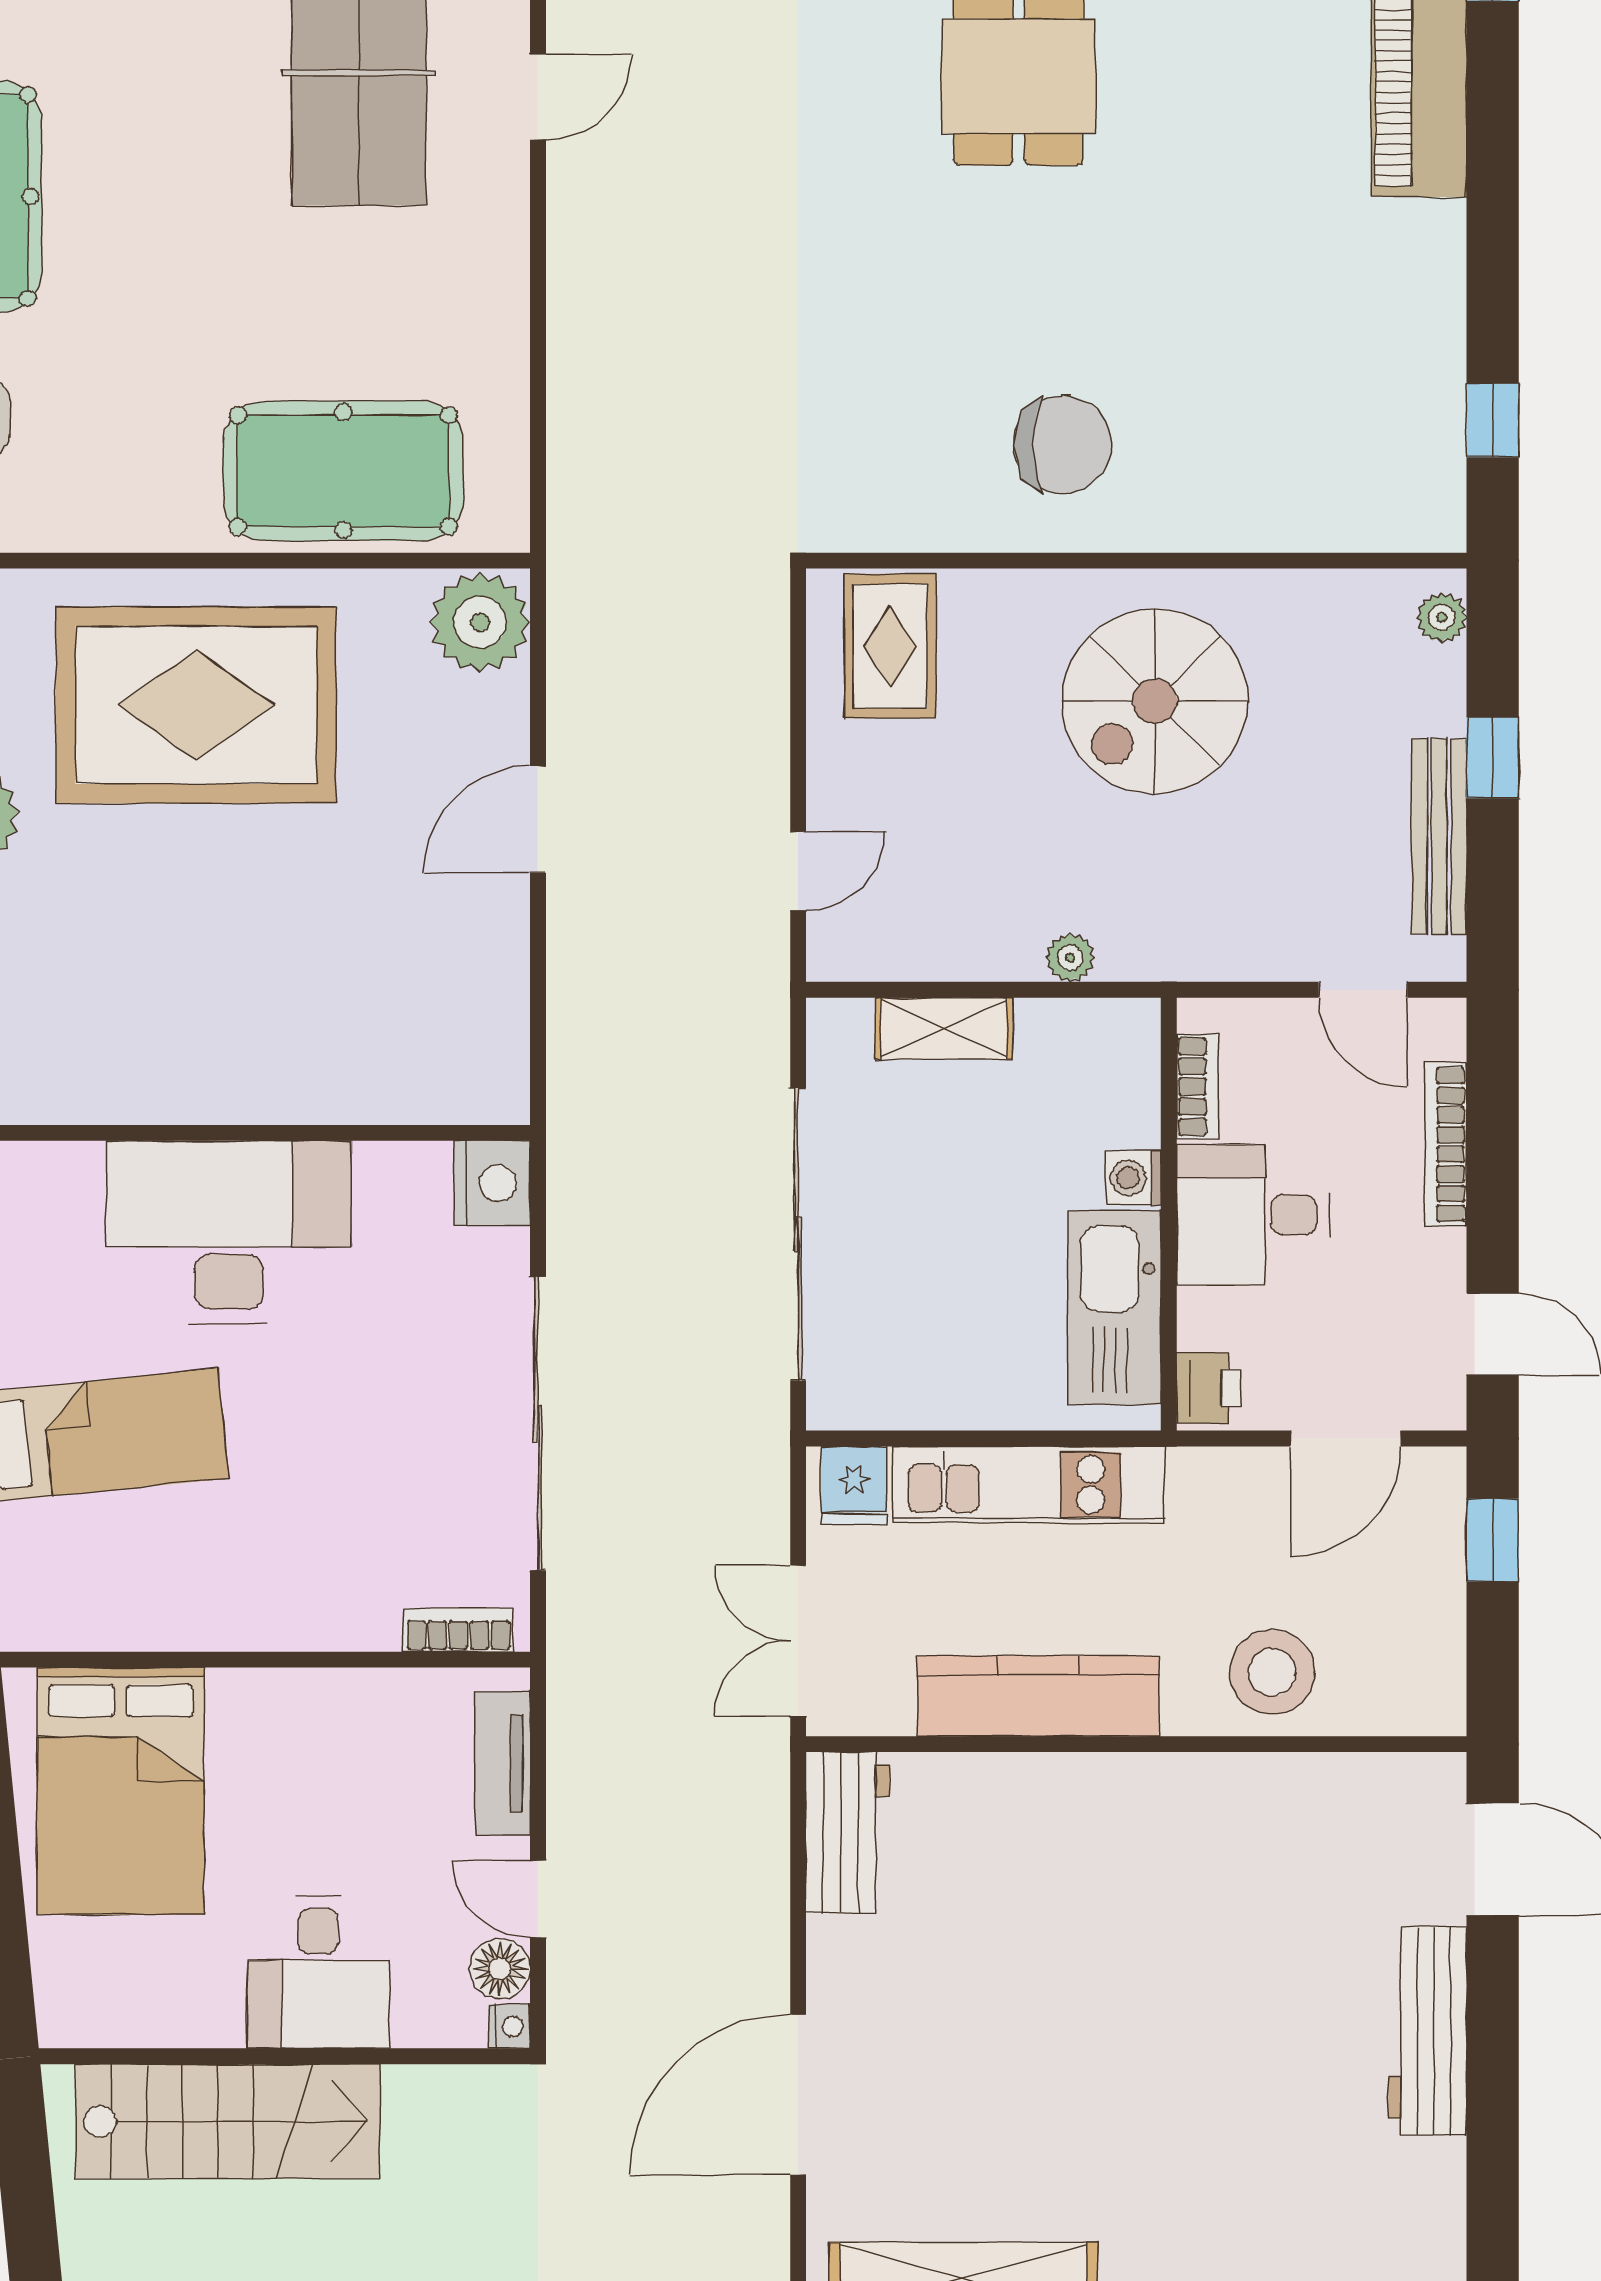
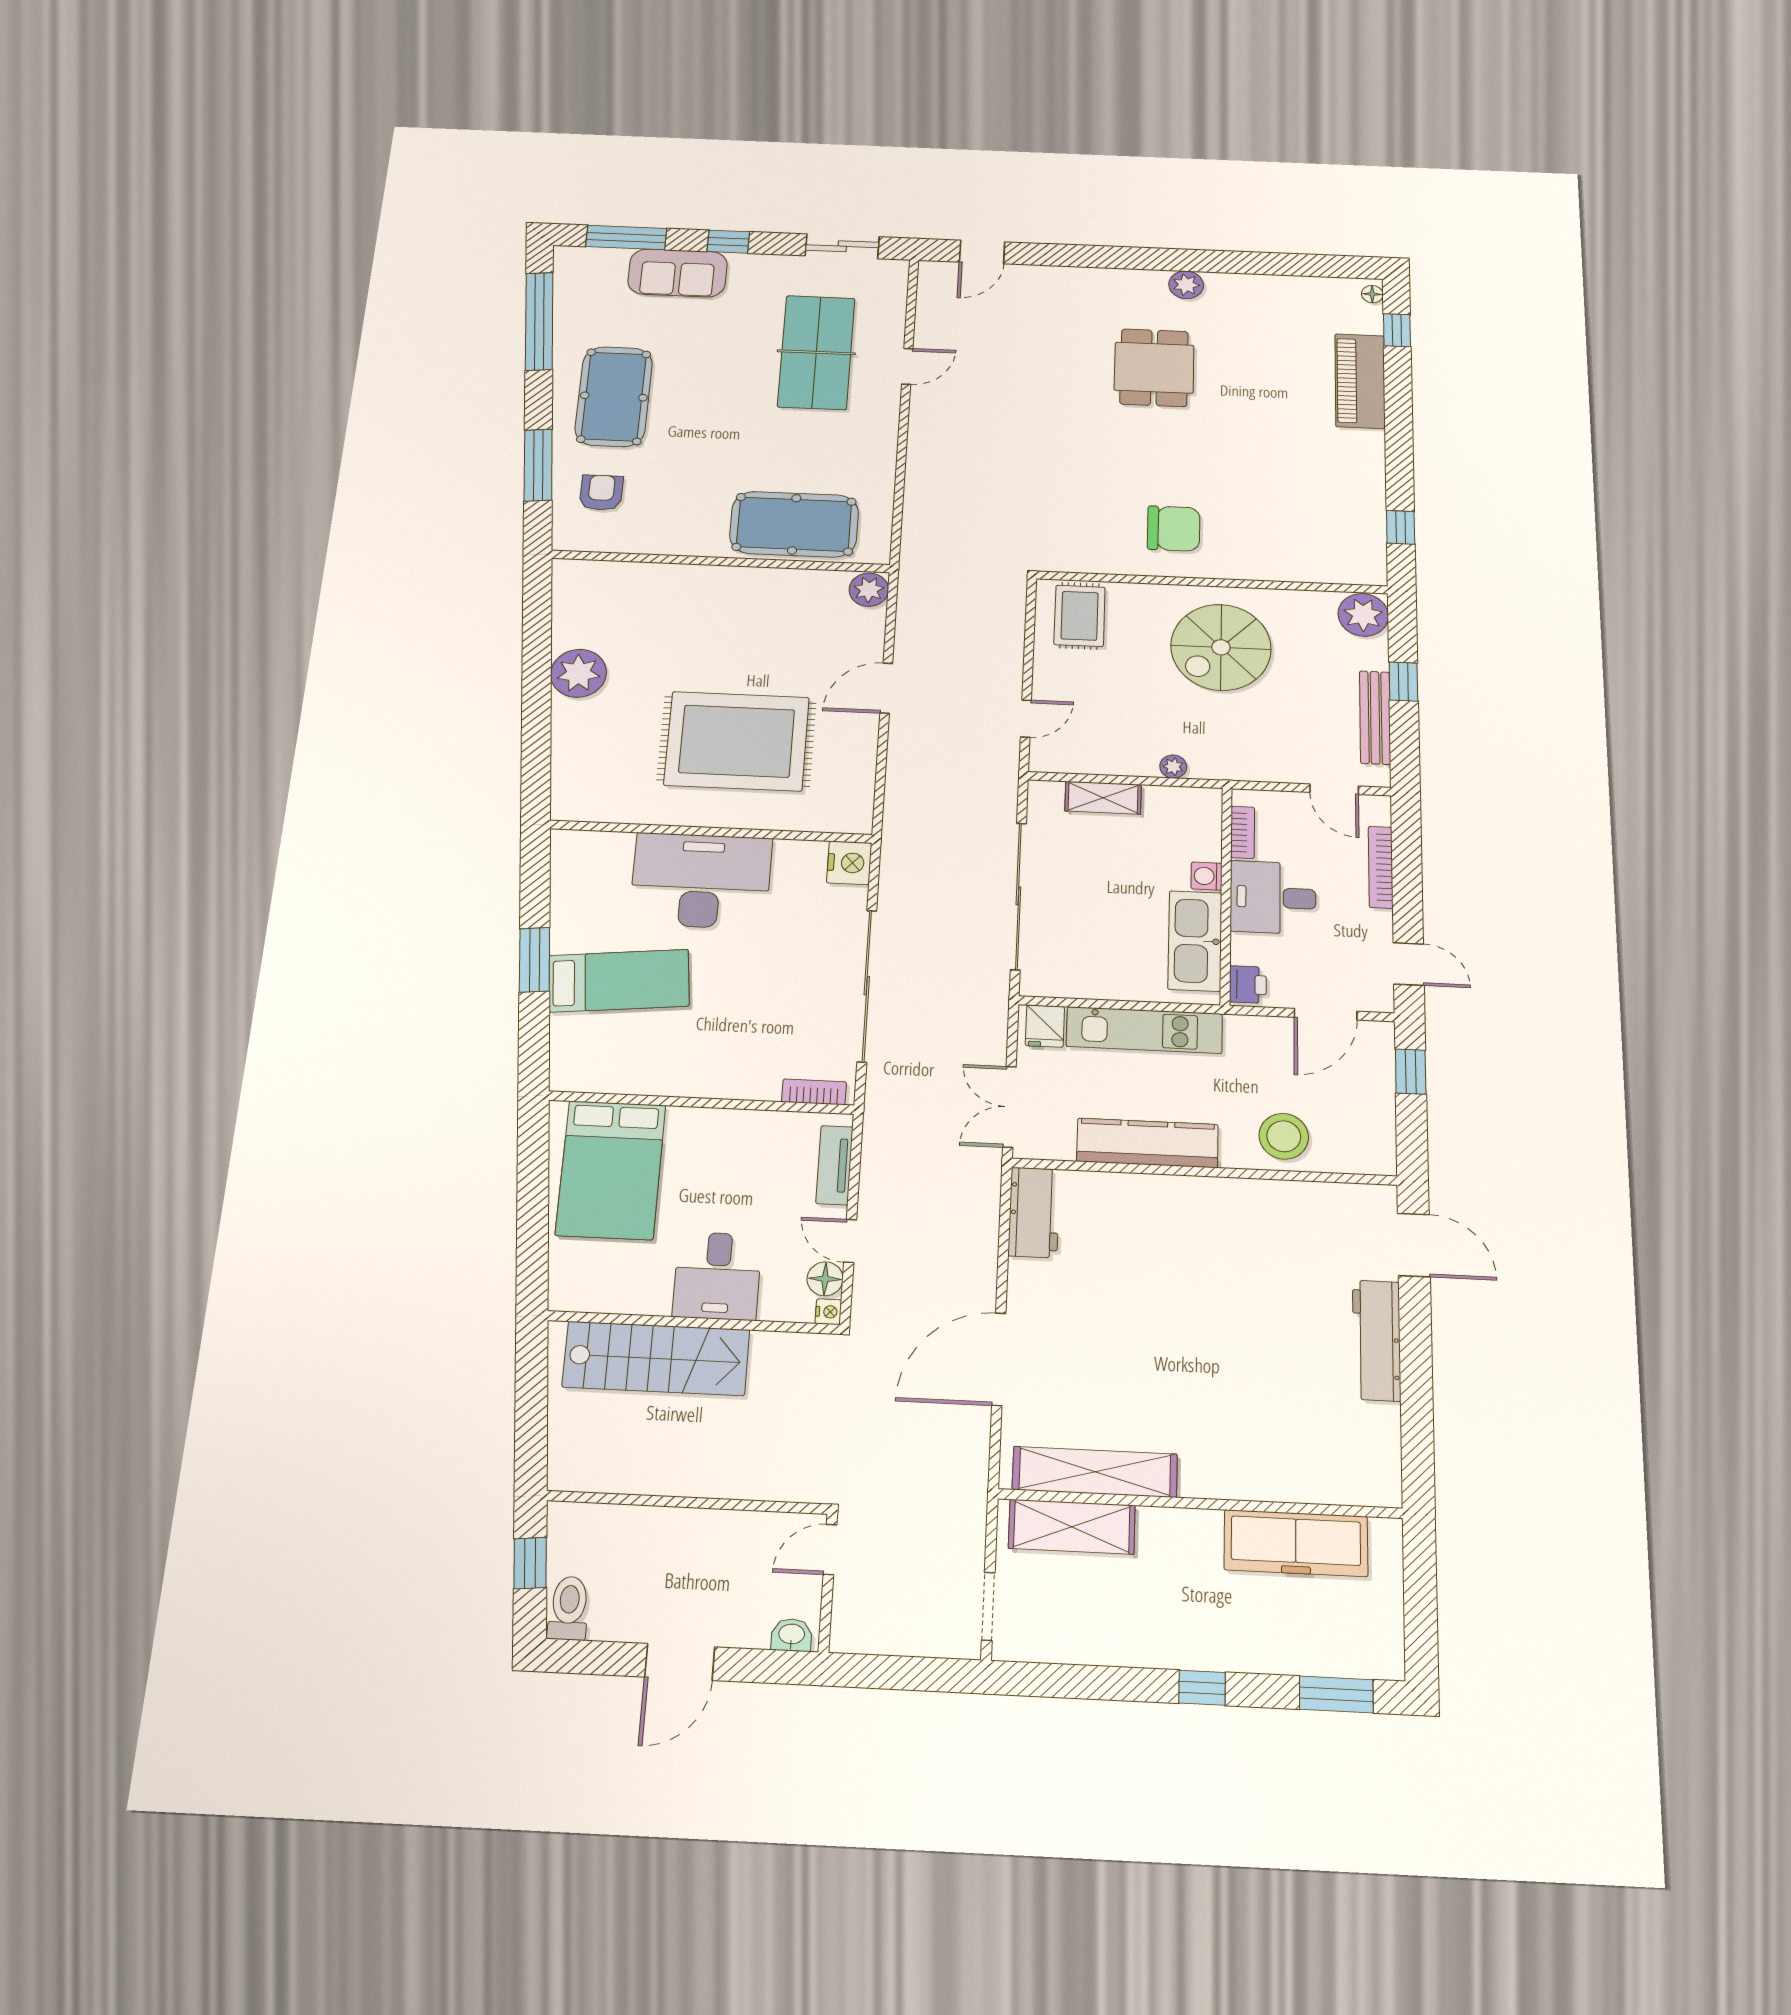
plant: (1442, 617) -> (1363, 615), width x1.87, depth x1.87
plant: (480, 622) -> (869, 590), width x0.73, depth x0.73
rug: (196, 705) -> (737, 741), moved

